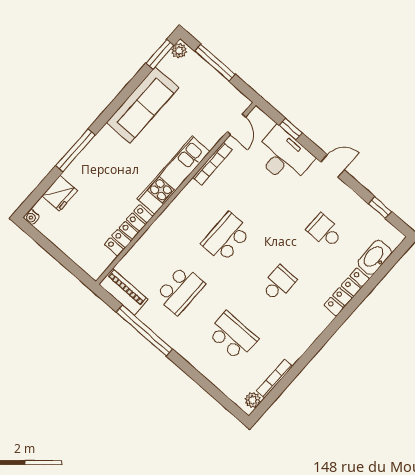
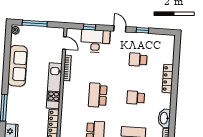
window: (160, 54) -> (8, 38), removed
door: (333, 166) -> (120, 29), hinge flipped
window: (380, 208) -> (142, 30), moved
washbasin: (375, 257) -> (164, 118), moved
school desk: (279, 284) -> (136, 98), turned -90

